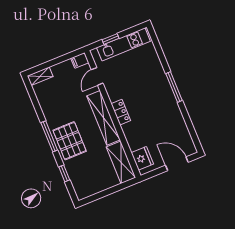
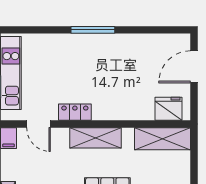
locker: (121, 112) -> (75, 112), moved
shelving: (103, 118) -> (96, 138), width x0.68

